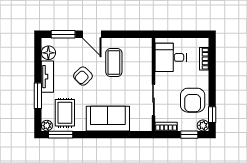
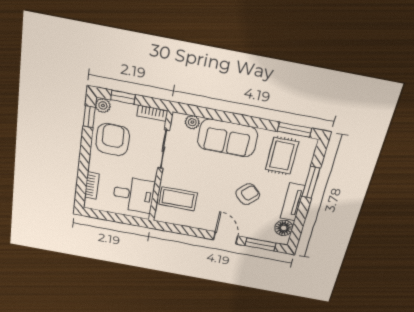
coffee table: (114, 62) -> (178, 199), moved, turned 90
plant: (47, 126) -> (192, 122), moved

